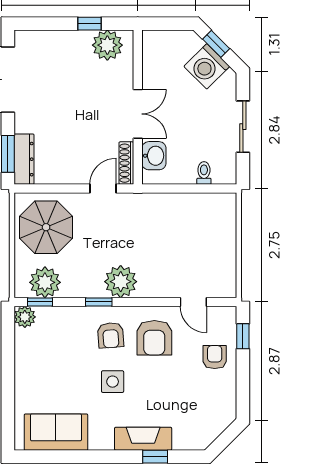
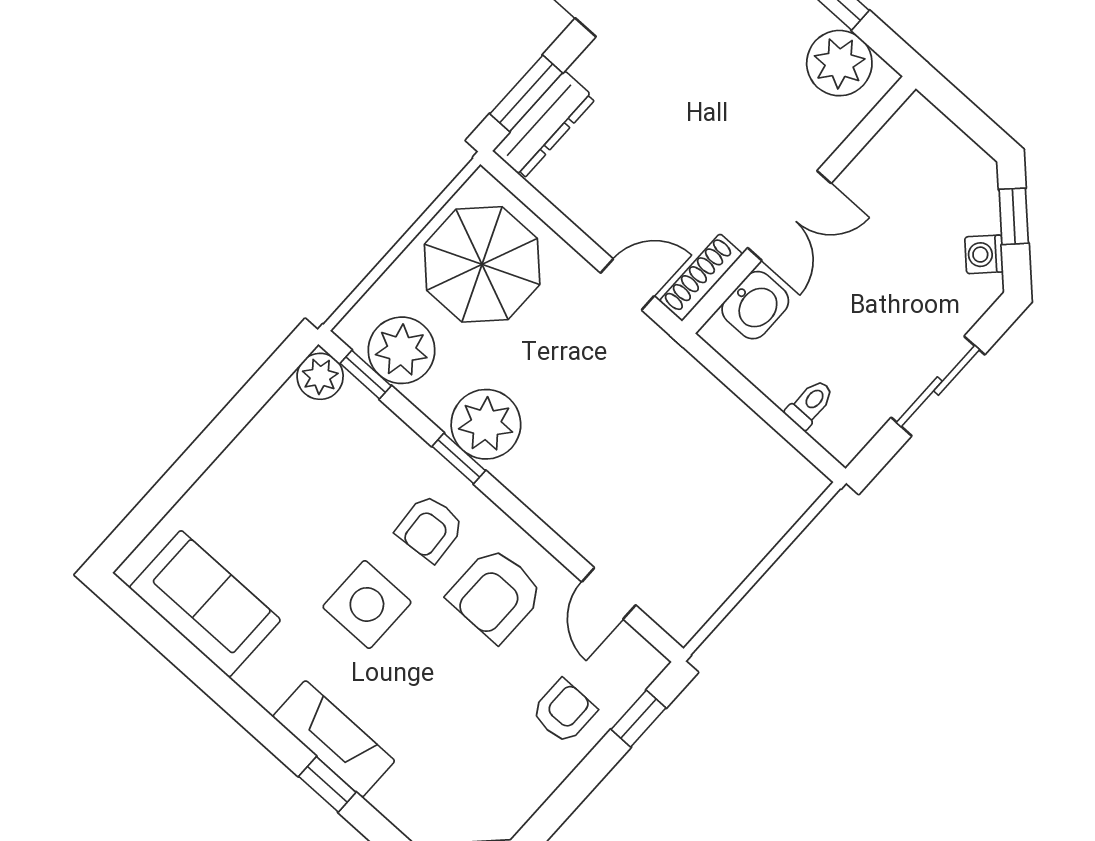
washing machine: (207, 66) -> (984, 254), width x0.53, depth x0.53
plant: (121, 282) -> (486, 424), moved
side table: (113, 382) -> (367, 604), width x1.37, depth x1.37

